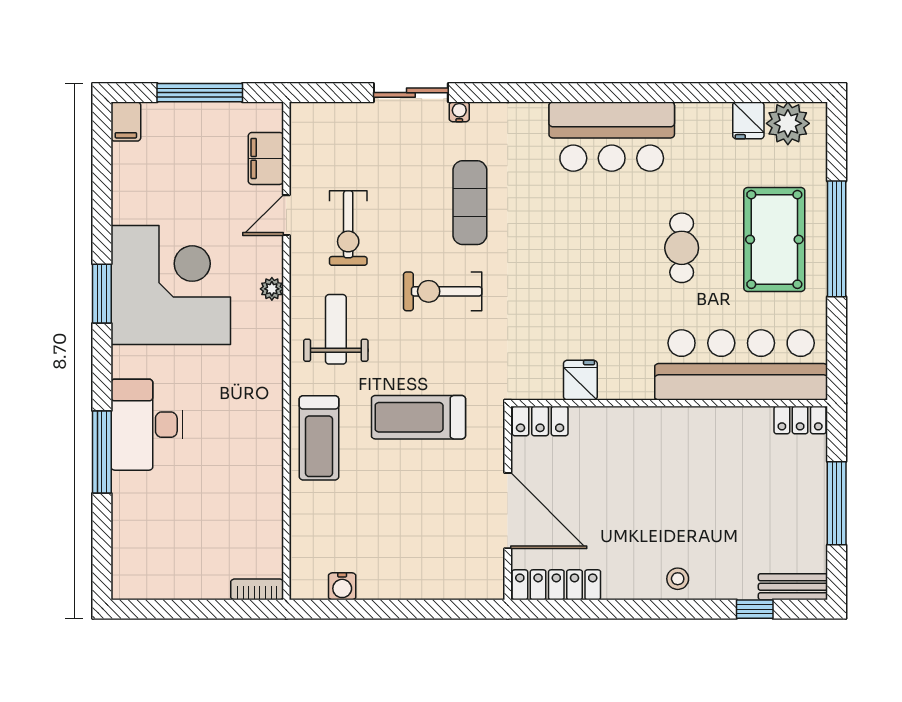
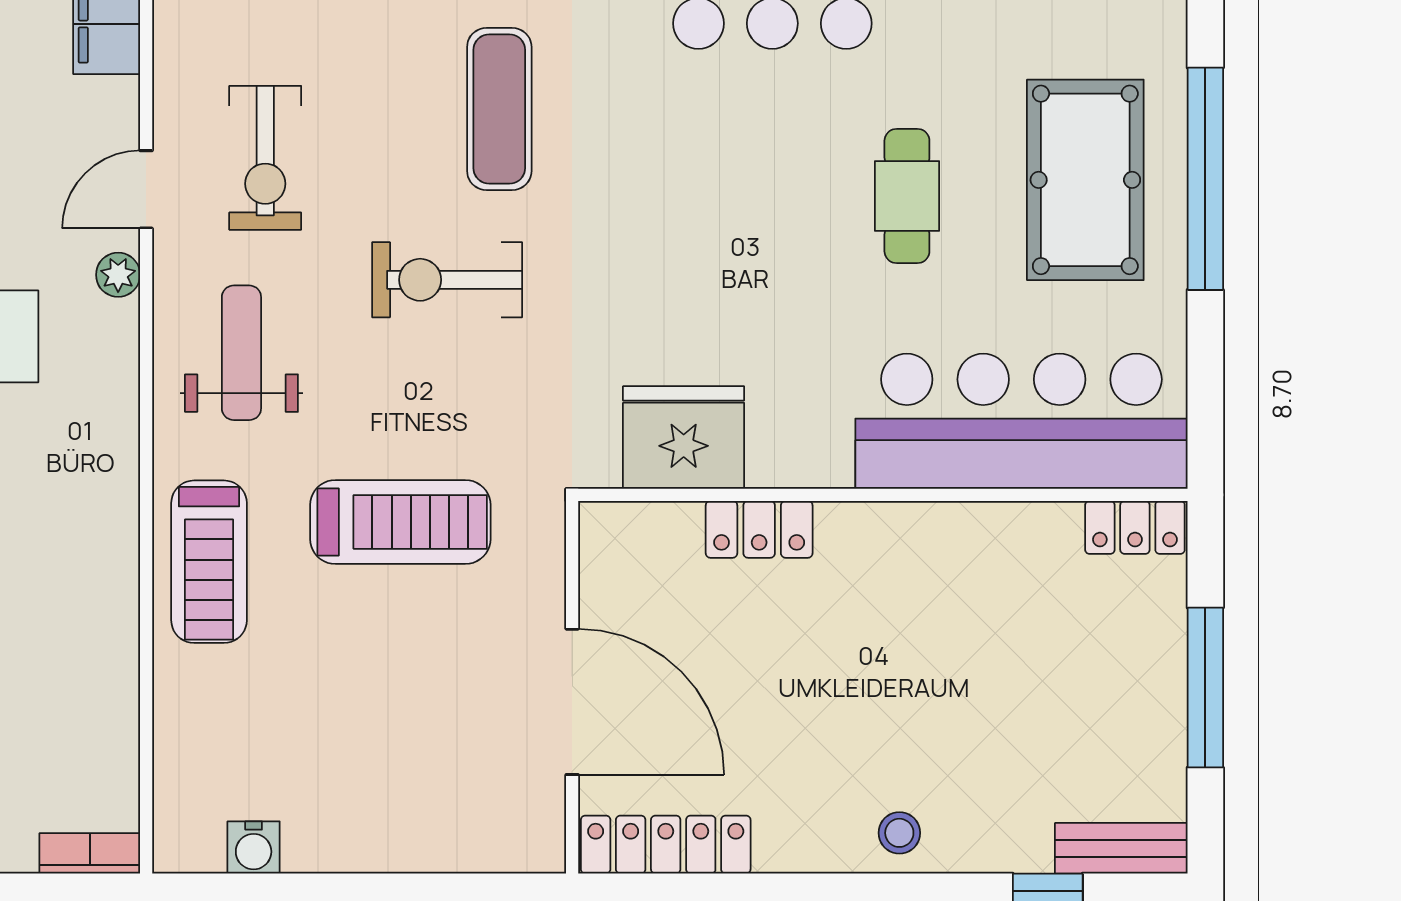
door: (286, 215) -> (146, 189), moved
fridge: (580, 380) -> (684, 438), width x1.88, depth x1.34
treadmill: (418, 417) -> (400, 522), turned 180
locker: (540, 421) -> (759, 529), moved

